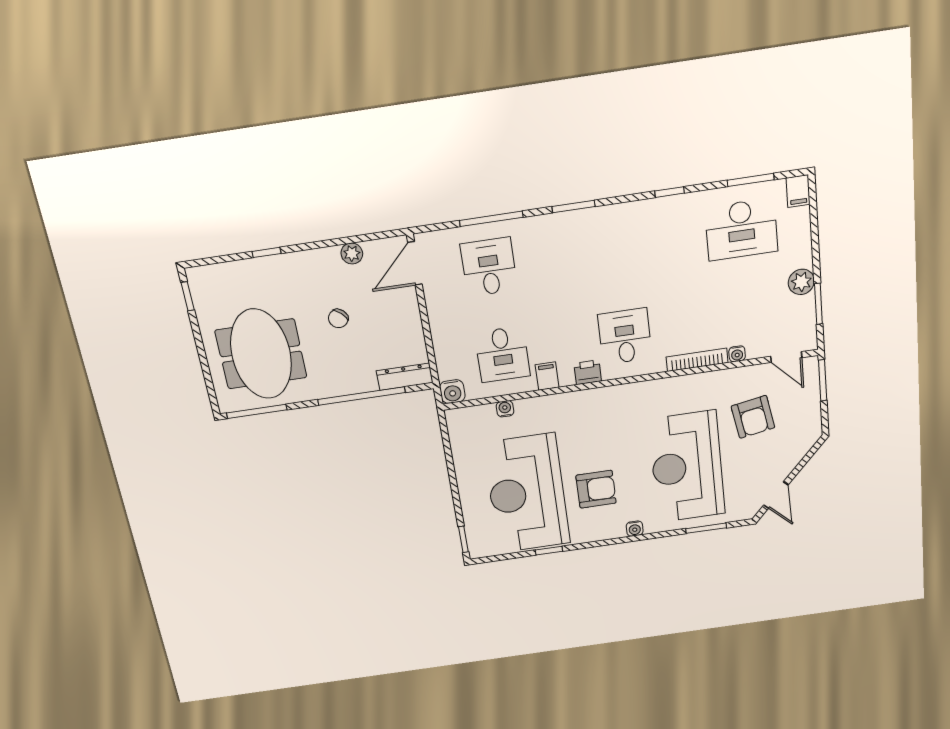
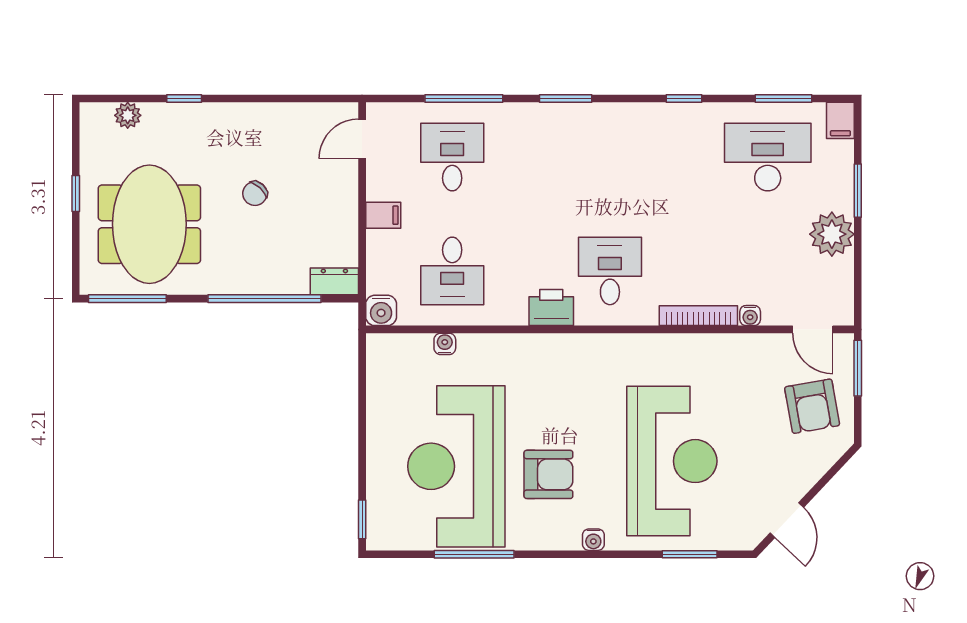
desk: (741, 229) -> (768, 157), turned 180
plant: (352, 254) -> (128, 115), moved
door: (415, 263) -> (362, 139), width x0.73
plant: (801, 282) -> (832, 234), width x1.36, depth x1.36
window: (188, 296) -> (76, 193), moved
window: (818, 304) -> (858, 191), moved
printer: (588, 372) -> (551, 308), width x1.36, depth x1.24
filing cabinet: (547, 376) -> (383, 215), moved, turned 90
dresser: (405, 377) -> (334, 281), width x0.70
armchair: (753, 417) -> (812, 406), moved
reception desk: (687, 467) -> (672, 461), turned 180
window: (549, 551) -> (474, 554), width x2.17

